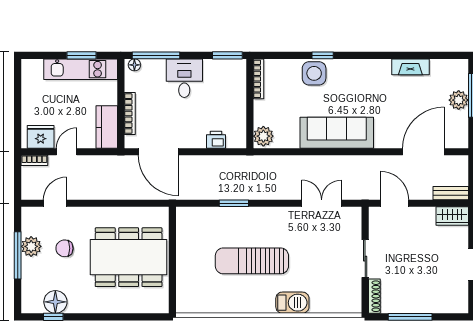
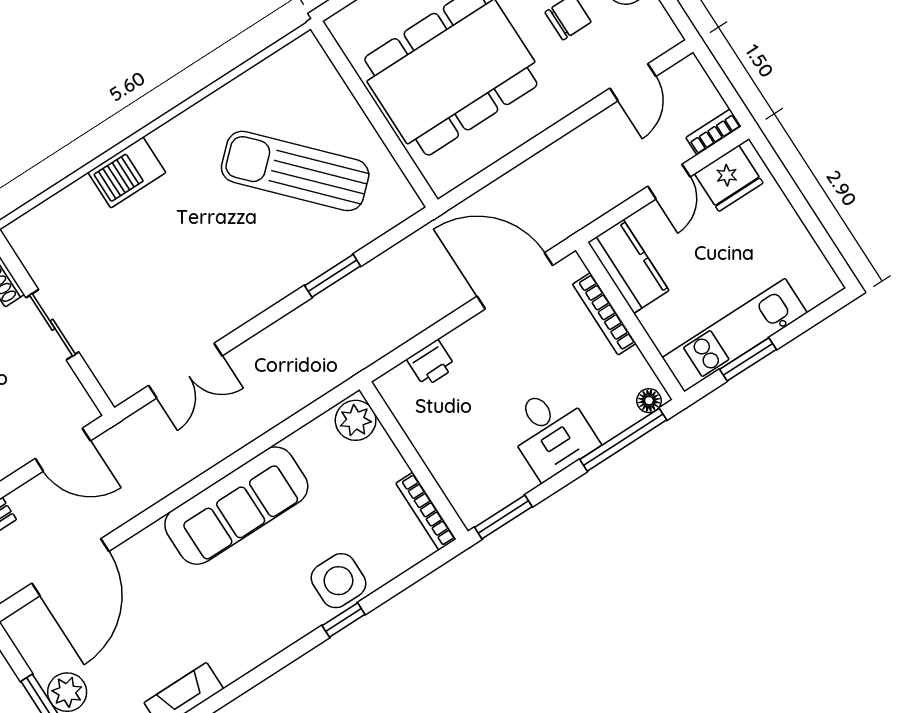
sun lounger: (252, 261) -> (295, 171), moved, turned -133

